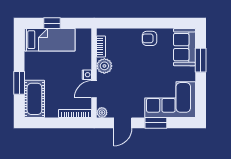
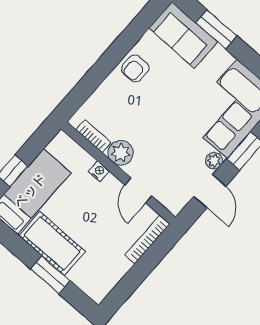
nightstand: (87, 75) -> (99, 171), moved
cot: (34, 99) -> (52, 243), moved
plant: (102, 113) -> (214, 161), moved

